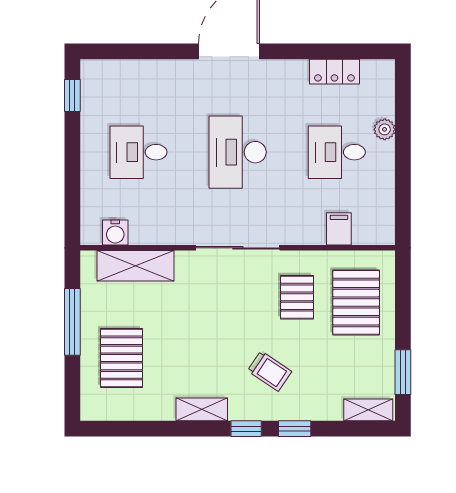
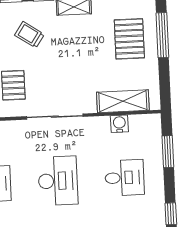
window: (72, 188) -> (168, 152), added
water cooler: (115, 232) -> (119, 124), moved
window: (72, 322) -> (162, 35), moved

